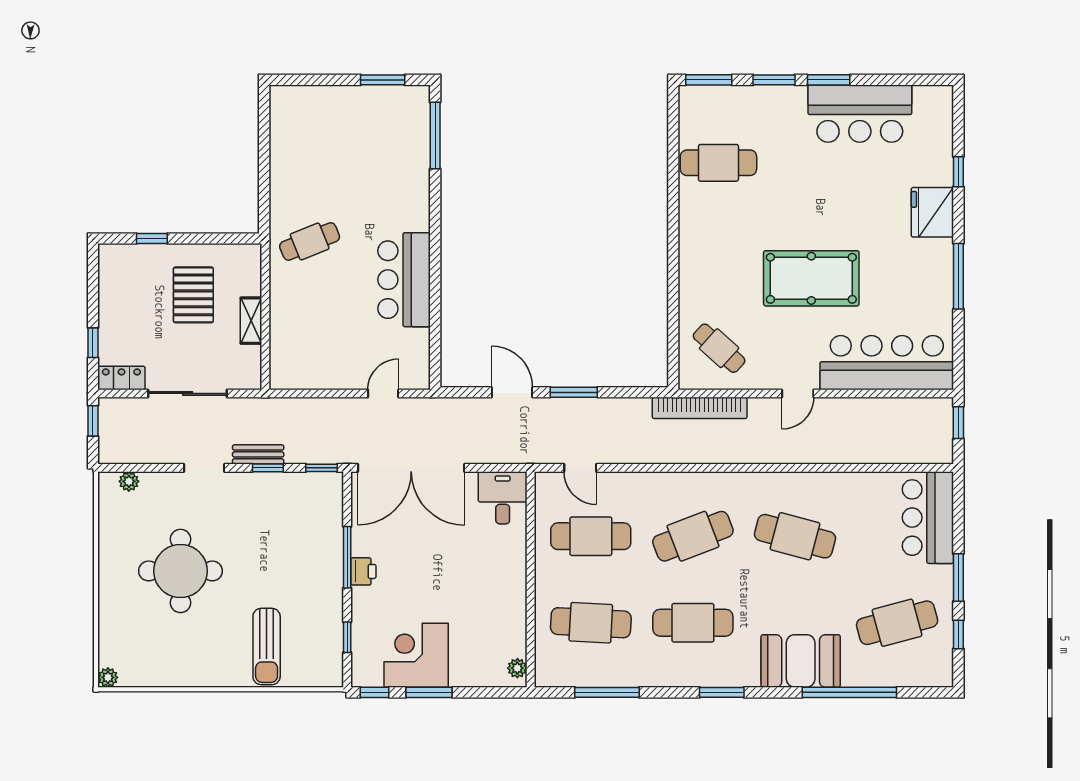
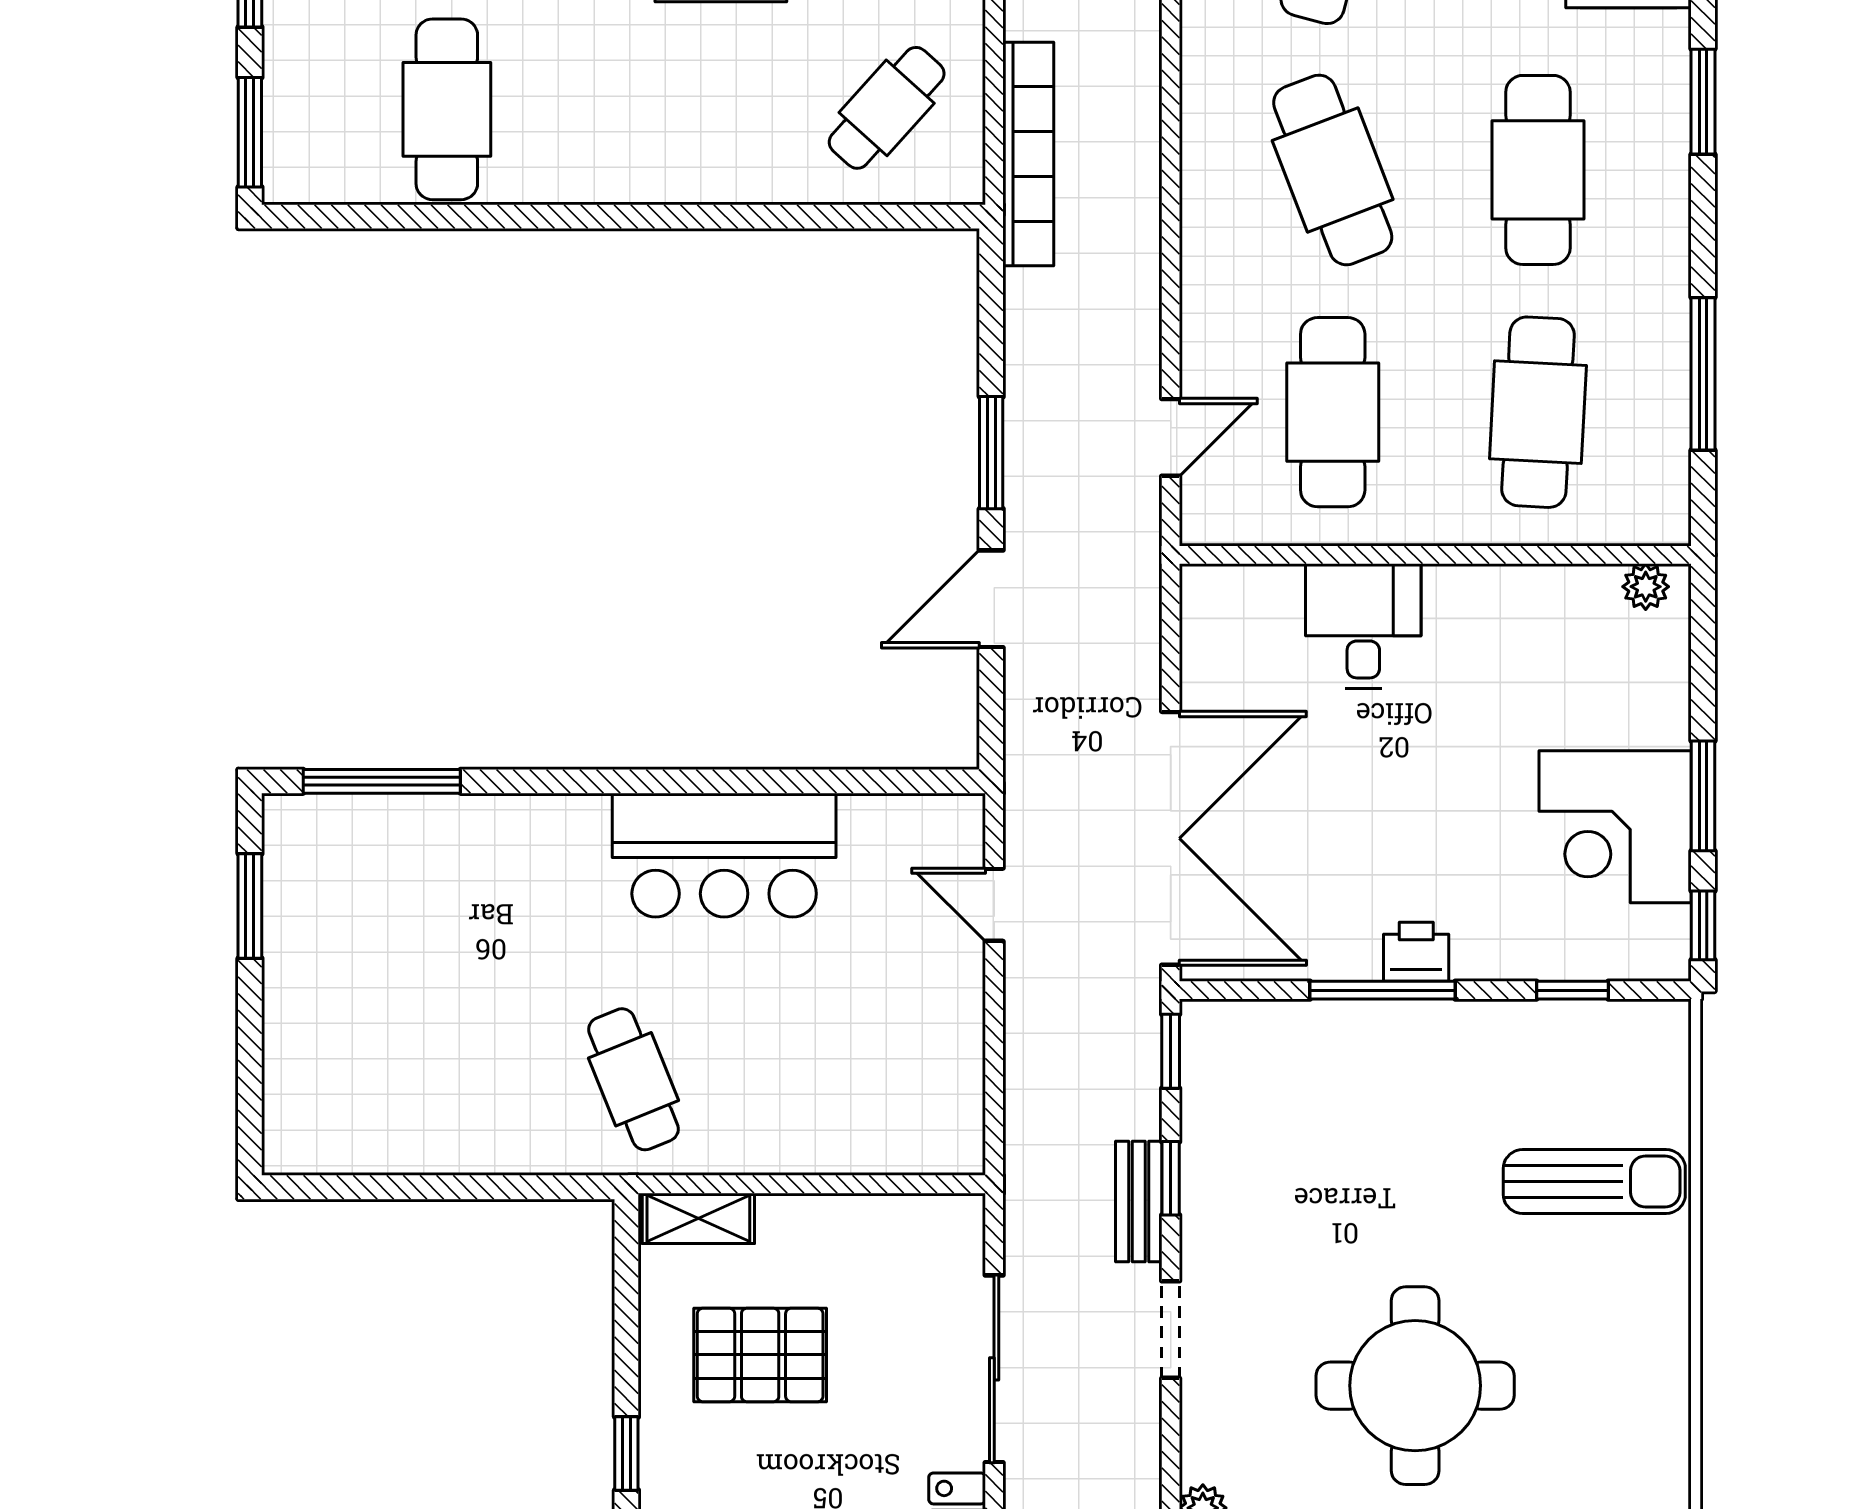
shelving: (251, 321) -> (698, 1218), moved
desk: (503, 498) -> (1363, 626), moved, turned 90

